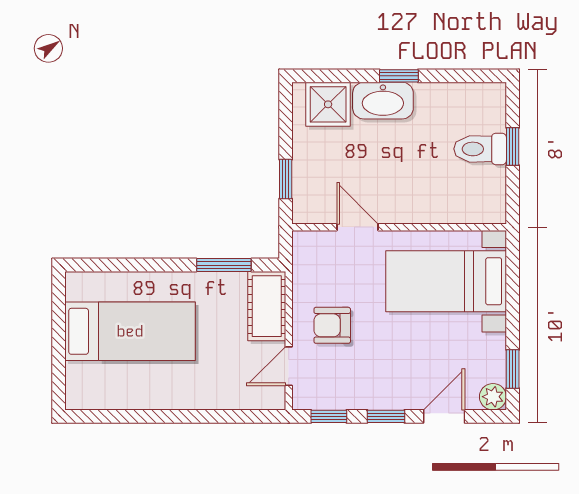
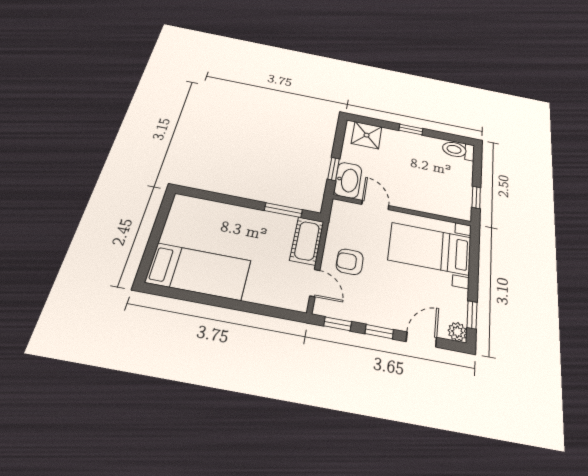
washbasin: (383, 101) -> (348, 180), moved, turned -90
window: (513, 146) -> (476, 197), moved
toilet: (480, 149) -> (458, 150), moved
bed: (130, 331) -> (199, 271), moved
door: (289, 366) -> (315, 283), swing flipped

